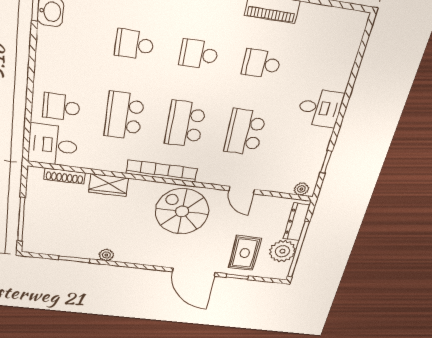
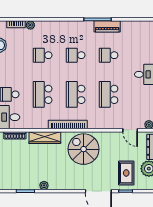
wardrobe: (109, 185) -> (45, 138), width x1.50
door: (242, 190) -> (130, 130), moved

